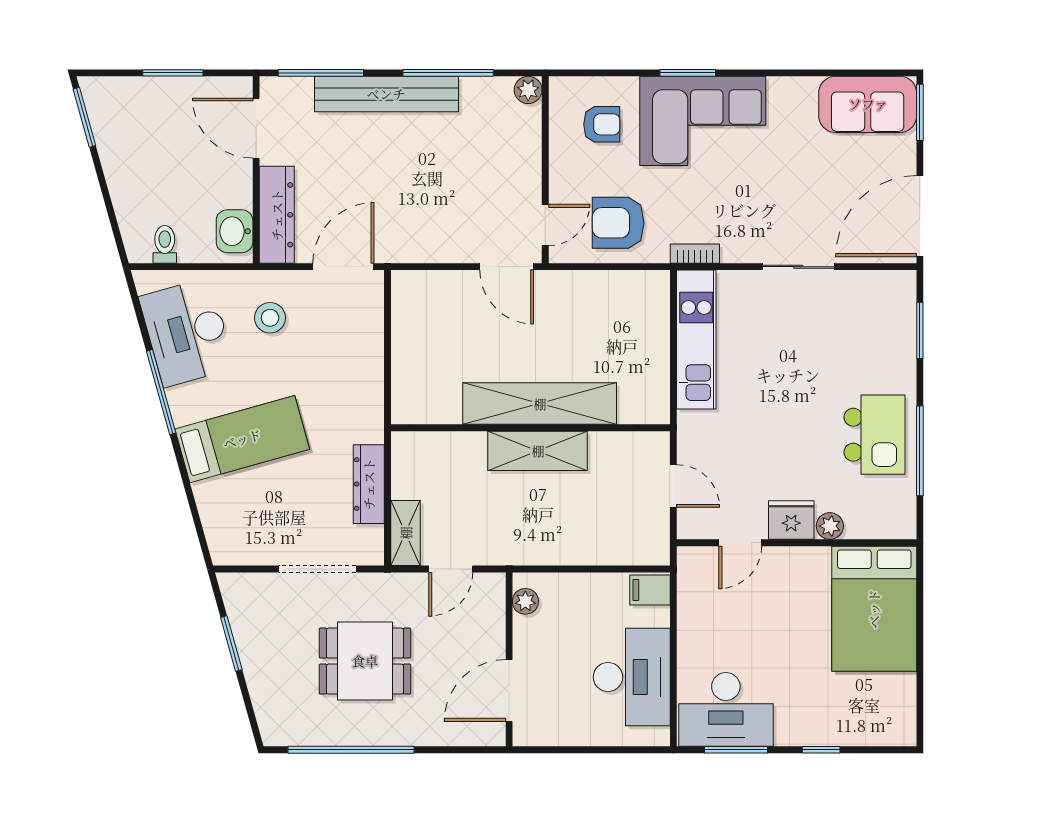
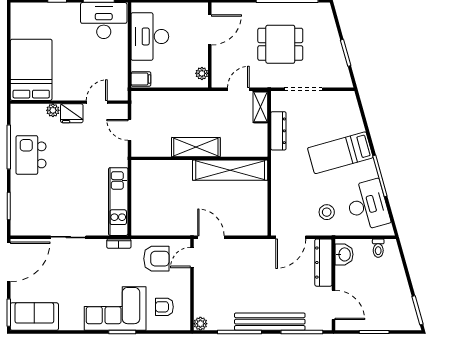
shelving: (540, 404) -> (230, 170), moved

